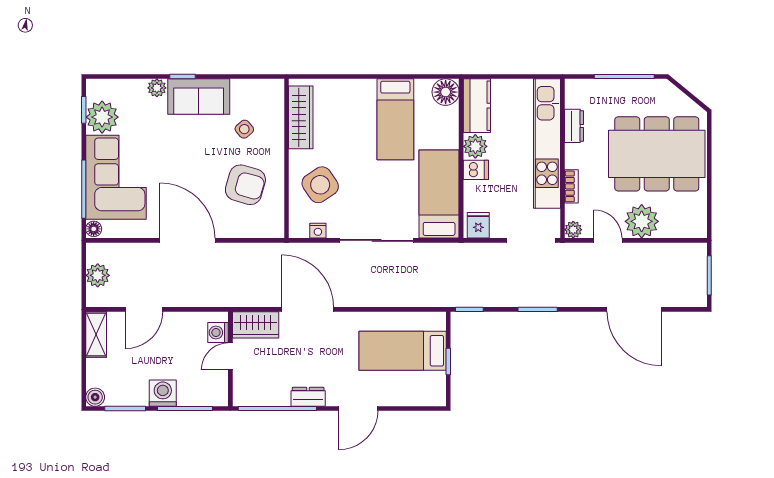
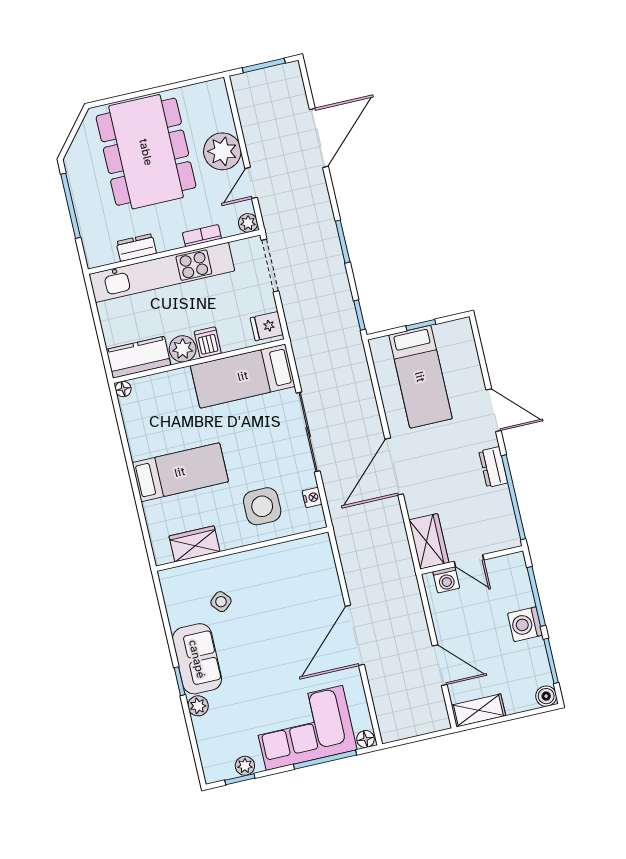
floor lamp: (446, 92) -> (123, 389), width x0.53, depth x0.53
plant: (102, 117) -> (245, 766), width x0.53, depth x0.53
wardrobe: (301, 117) -> (194, 544), width x0.67
bed: (395, 119) -> (180, 472), moved
armchair: (245, 185) -> (281, 587), removed
side table: (320, 185) -> (262, 506), turned 34
plant: (98, 275) -> (414, 723), removed
door: (308, 309) -> (394, 466), moved

